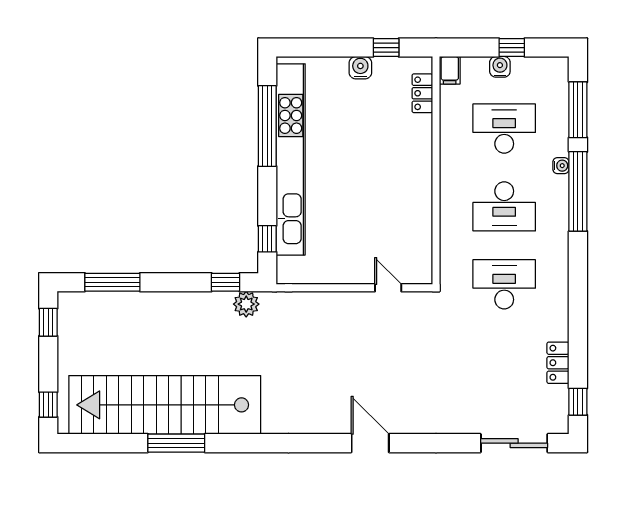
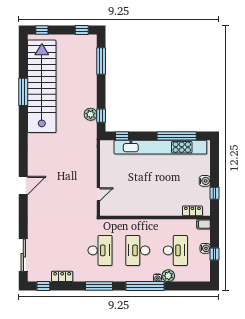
window: (578, 110) -> (99, 286), moved
plant: (556, 143) -> (168, 276), added
plant: (246, 304) -> (91, 114), moved

